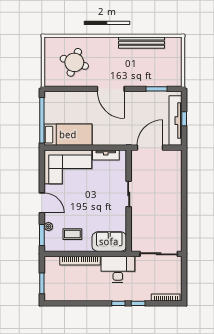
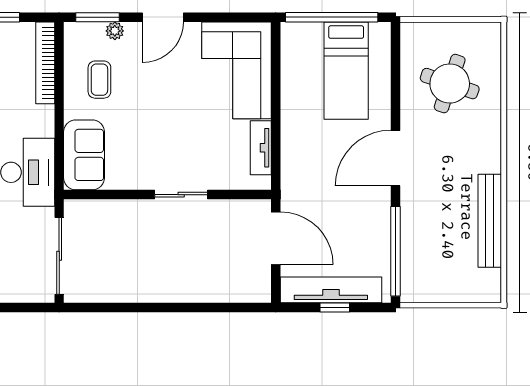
window: (156, 89) -> (395, 251), width x2.11
bed: (68, 135) -> (346, 71), moved
bookcase: (80, 261) -> (45, 63), moved

